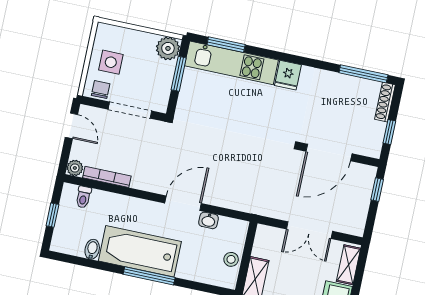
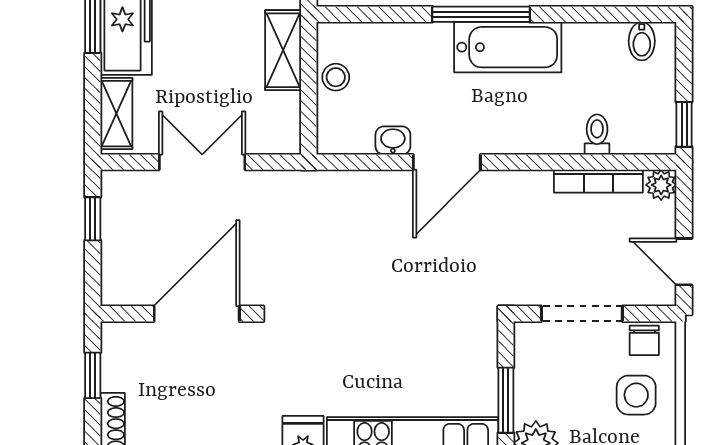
window: (377, 190) -> (93, 219), moved
toilet: (83, 197) -> (597, 134), moved
window: (52, 215) -> (684, 124), moved
bidet: (92, 249) -> (642, 41), moved
bathtub: (140, 251) -> (508, 47), width x0.73, depth x0.73

